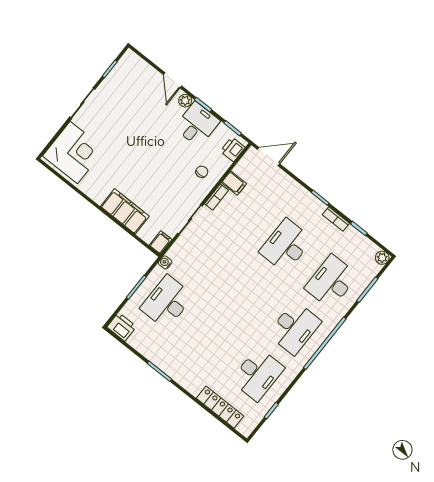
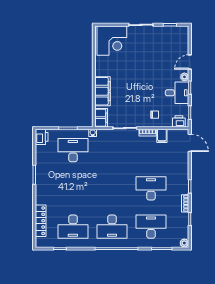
filing cabinet: (161, 242) -> (101, 118), width x2.00

